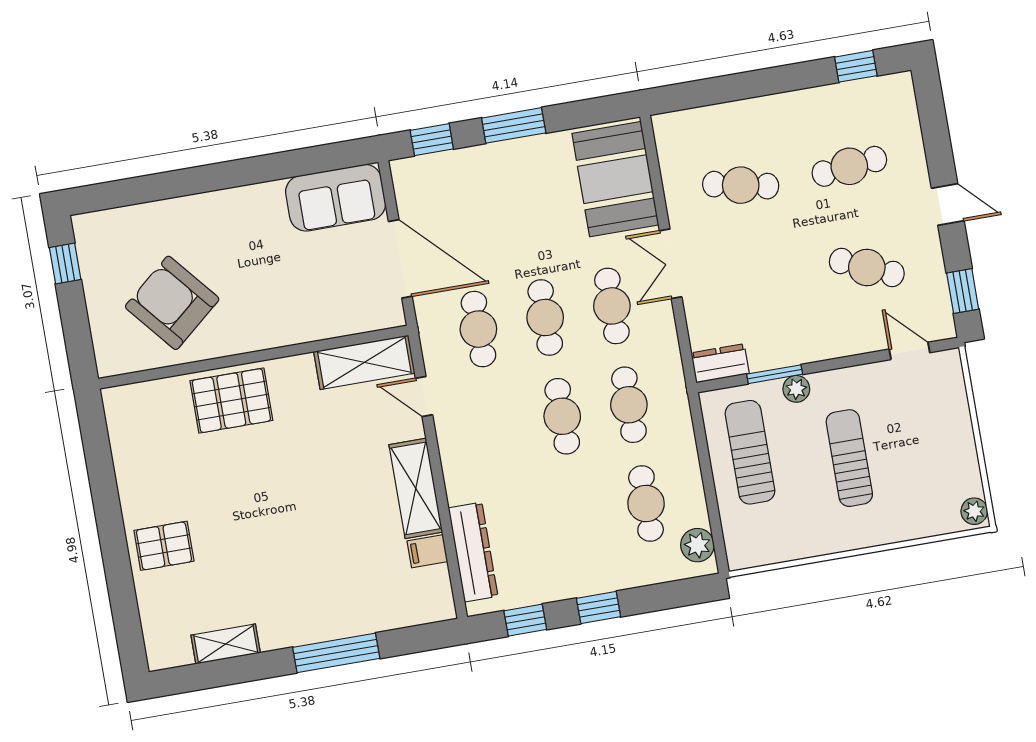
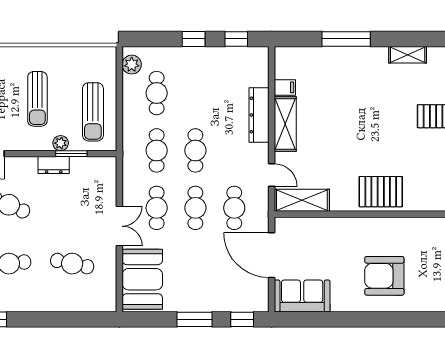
armchair: (172, 303) -> (384, 276), moved, turned 130
dresser: (720, 363) -> (54, 165), moved
dresser: (473, 552) -> (259, 115), moved

